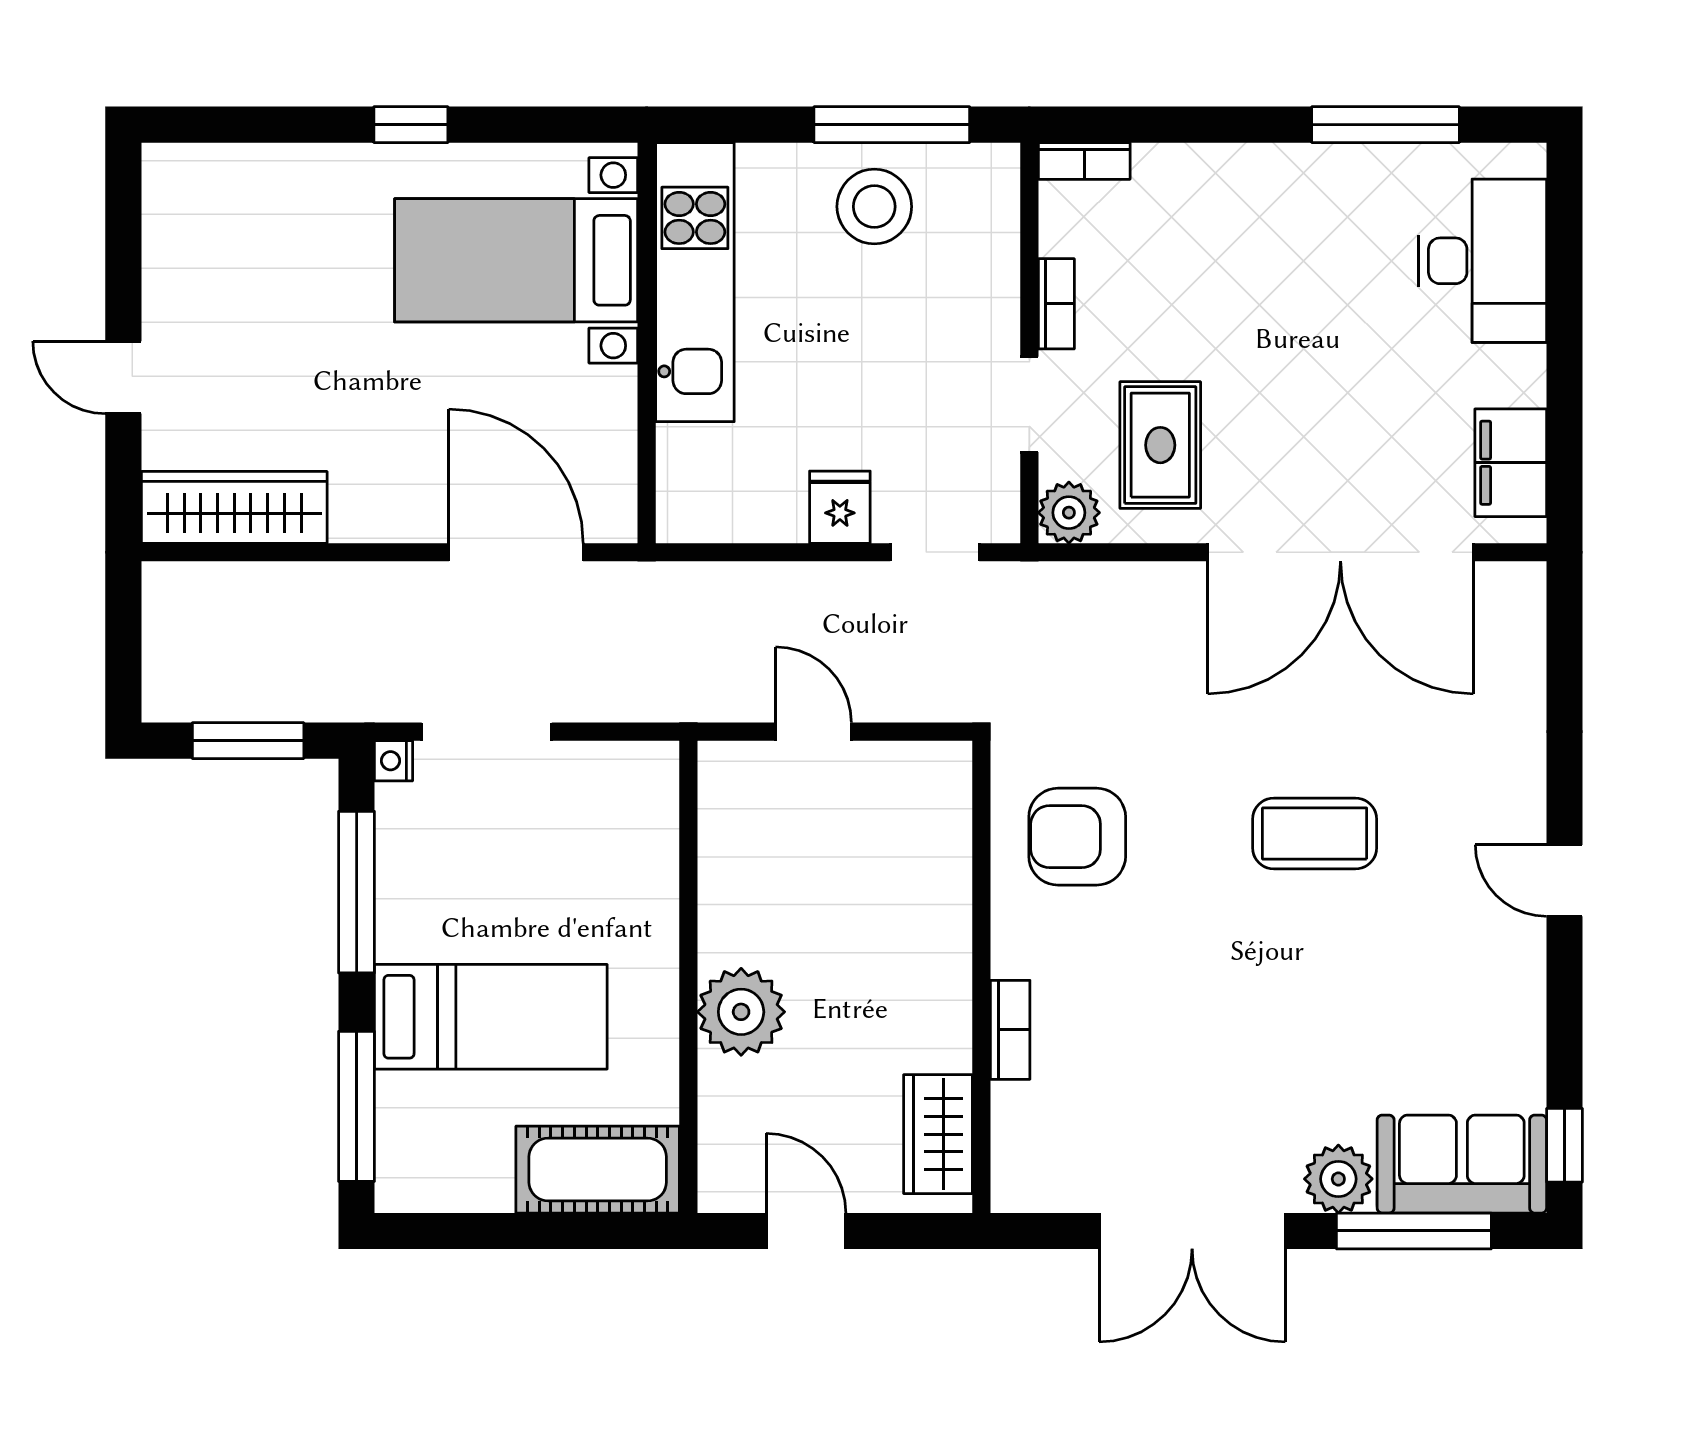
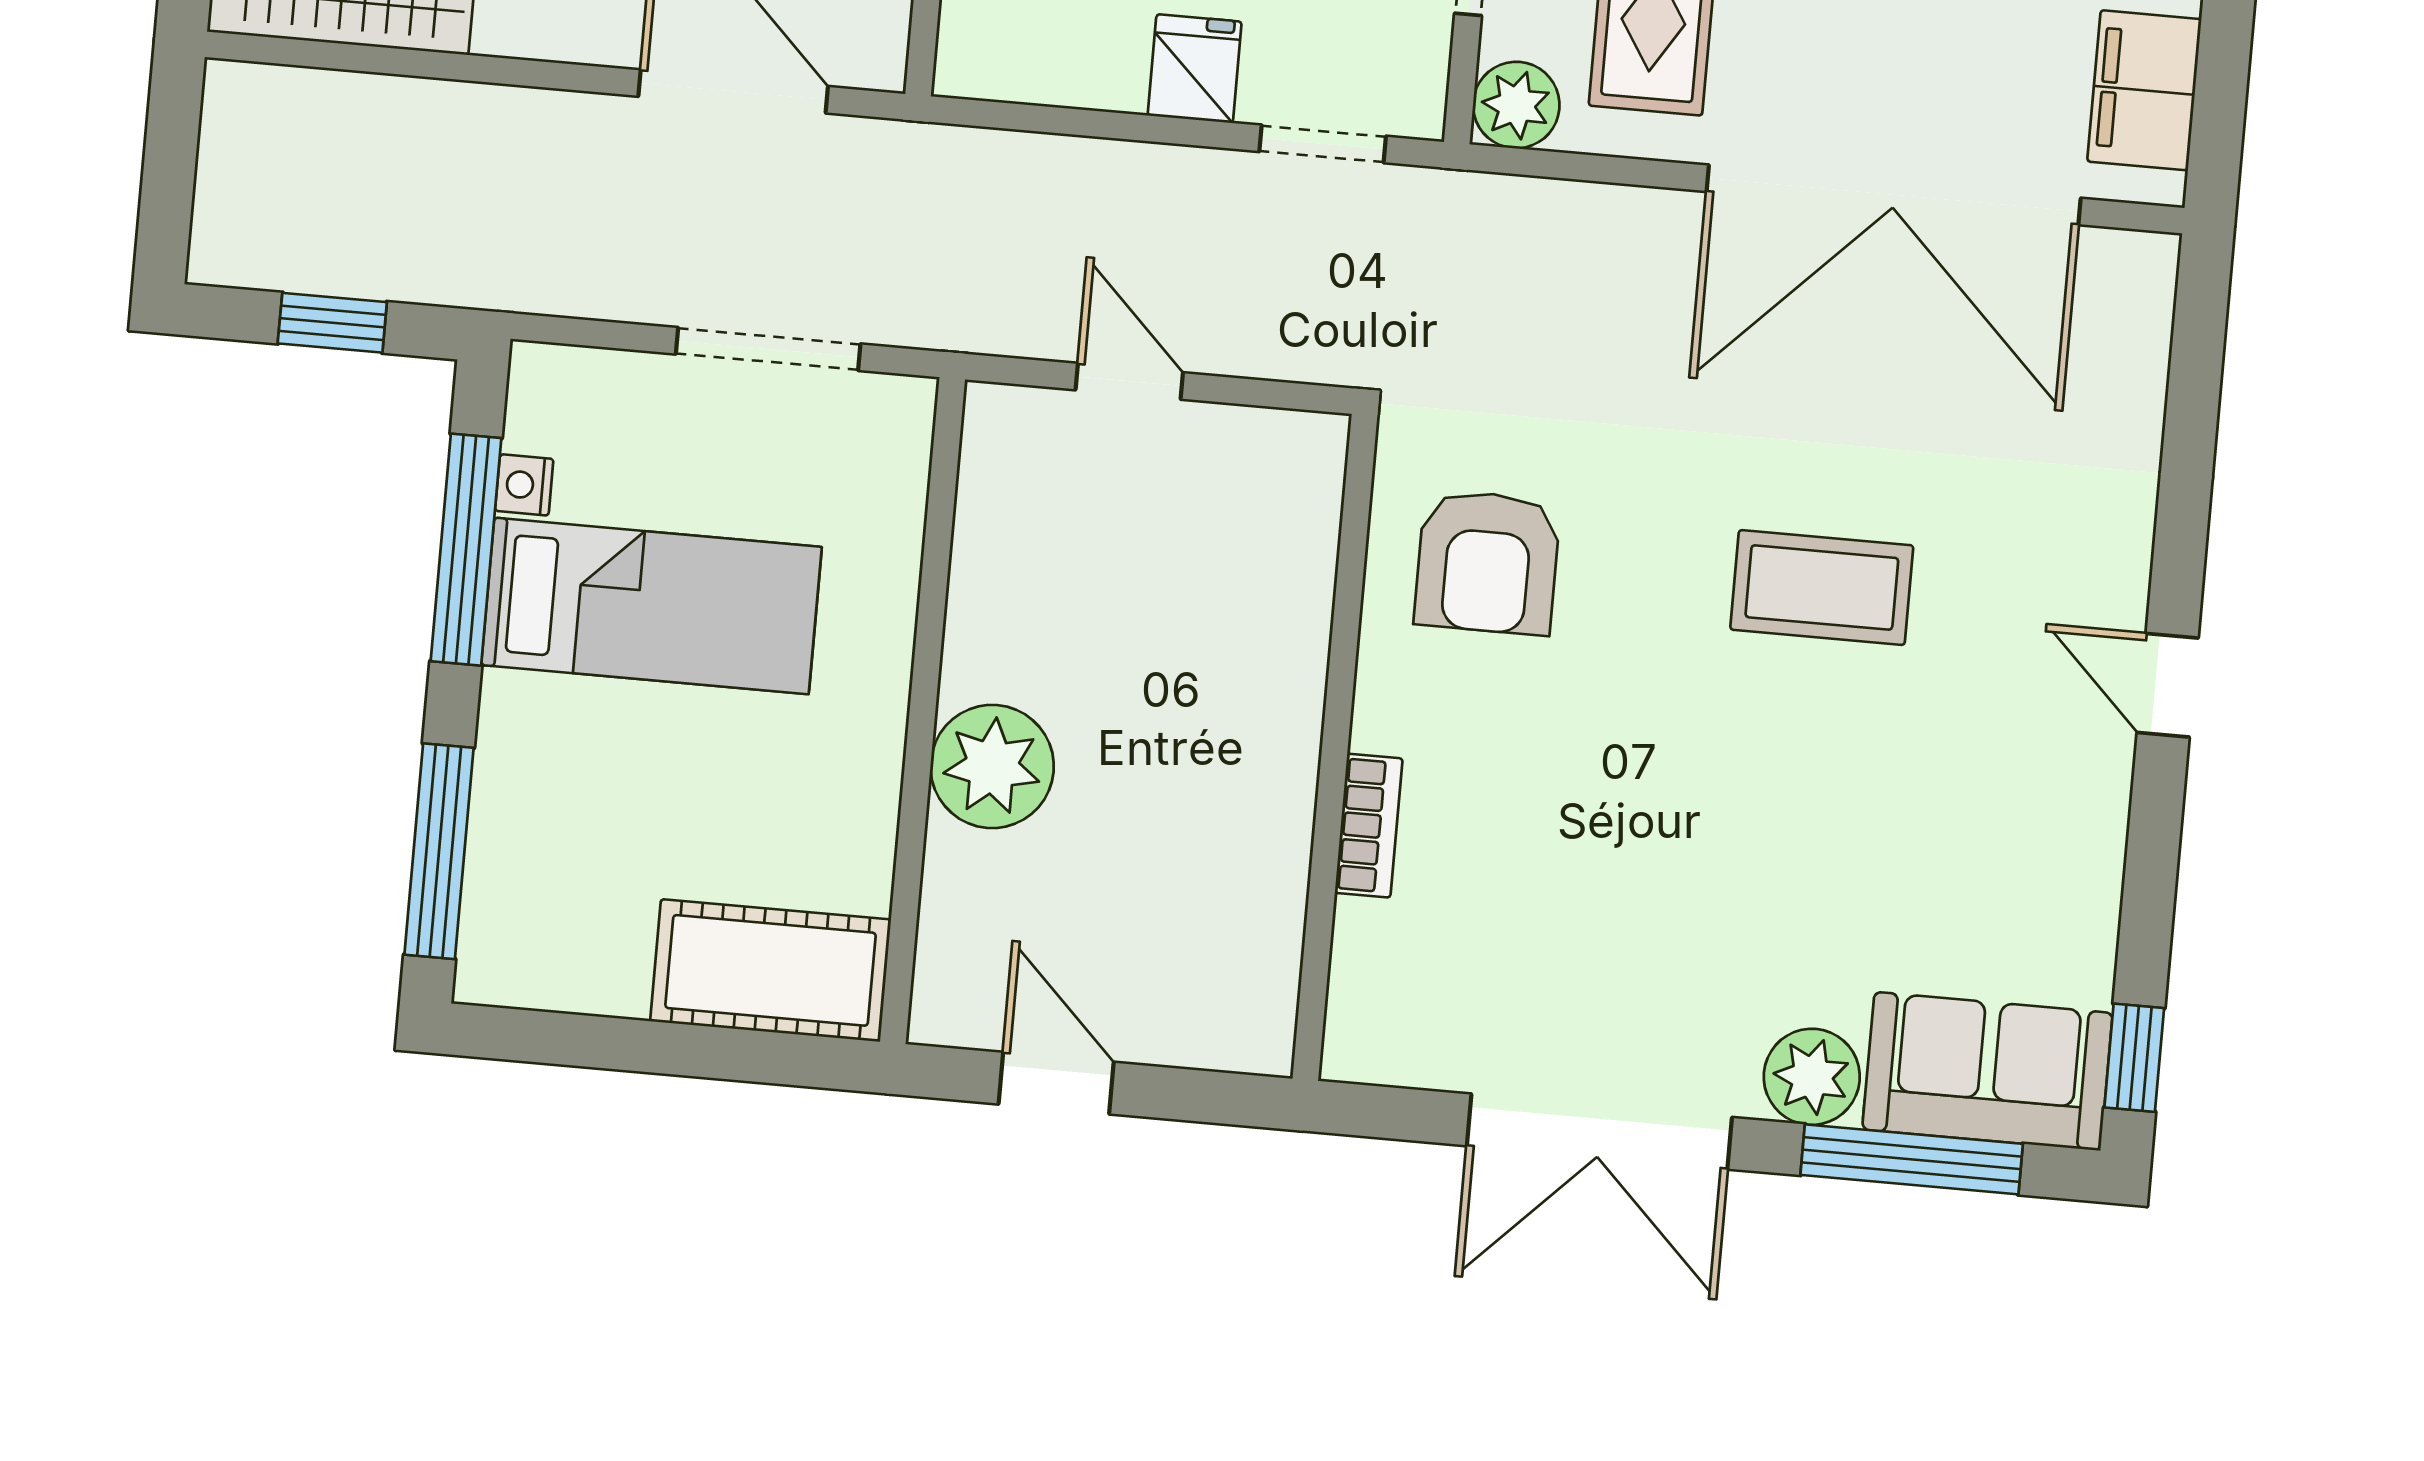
doorway: (487, 732) -> (768, 349), moved
window: (248, 741) -> (332, 323), width x0.67
nightstand: (394, 761) -> (524, 485), moved
armchair: (1077, 837) -> (1487, 562), turned -90
bed: (491, 1017) -> (651, 606), moved
wardrobe: (938, 1134) -> (1254, 963), removed

